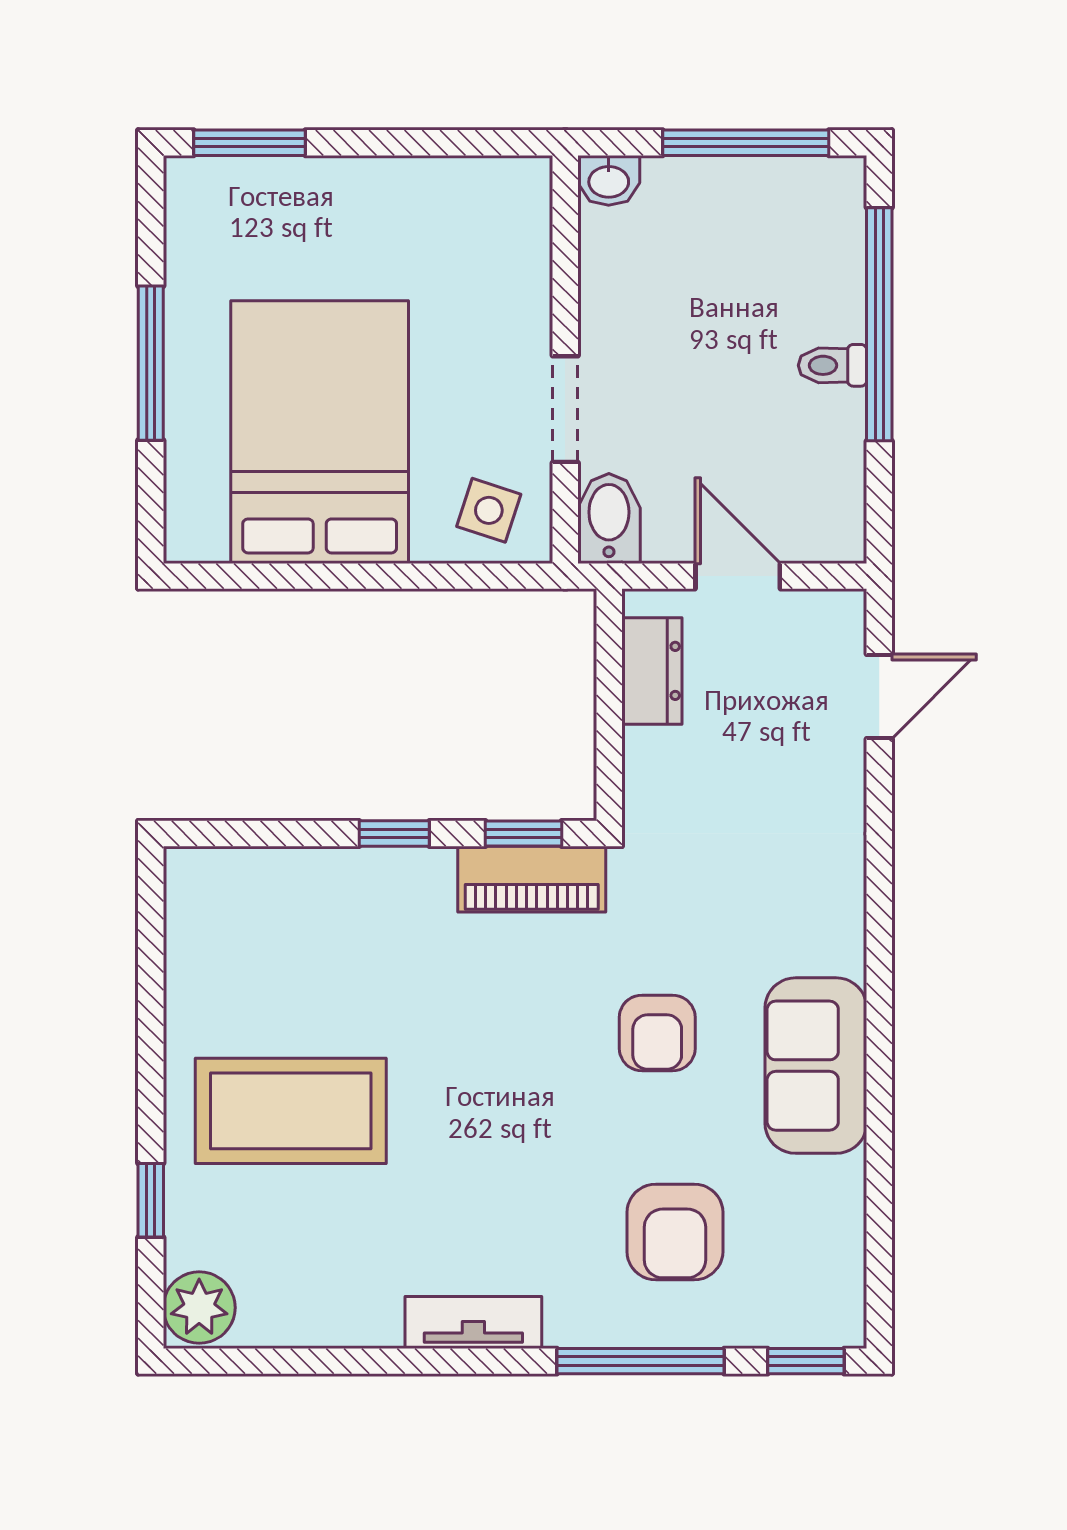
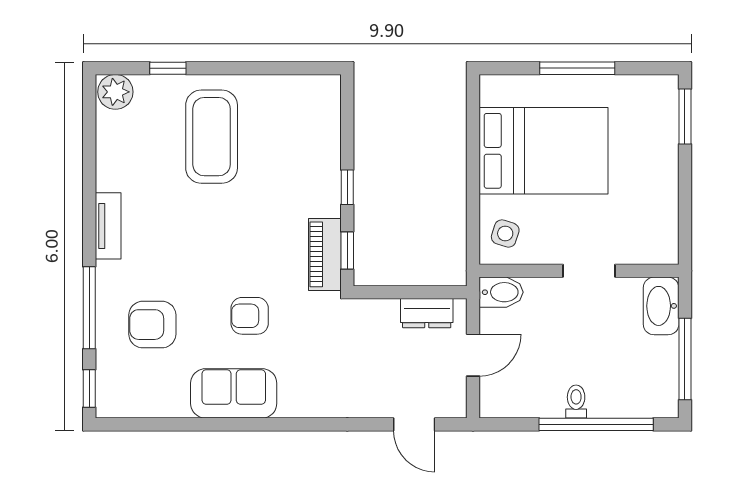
washbasin: (609, 180) -> (661, 306), width x1.91, depth x1.45
doorway: (565, 409) -> (589, 271), moved

